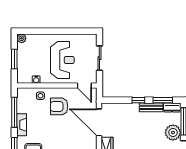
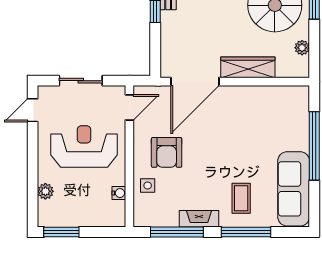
door: (83, 31) -> (33, 110), added
plant: (22, 38) -> (45, 191), moved
window: (14, 59) -> (61, 232), moved

